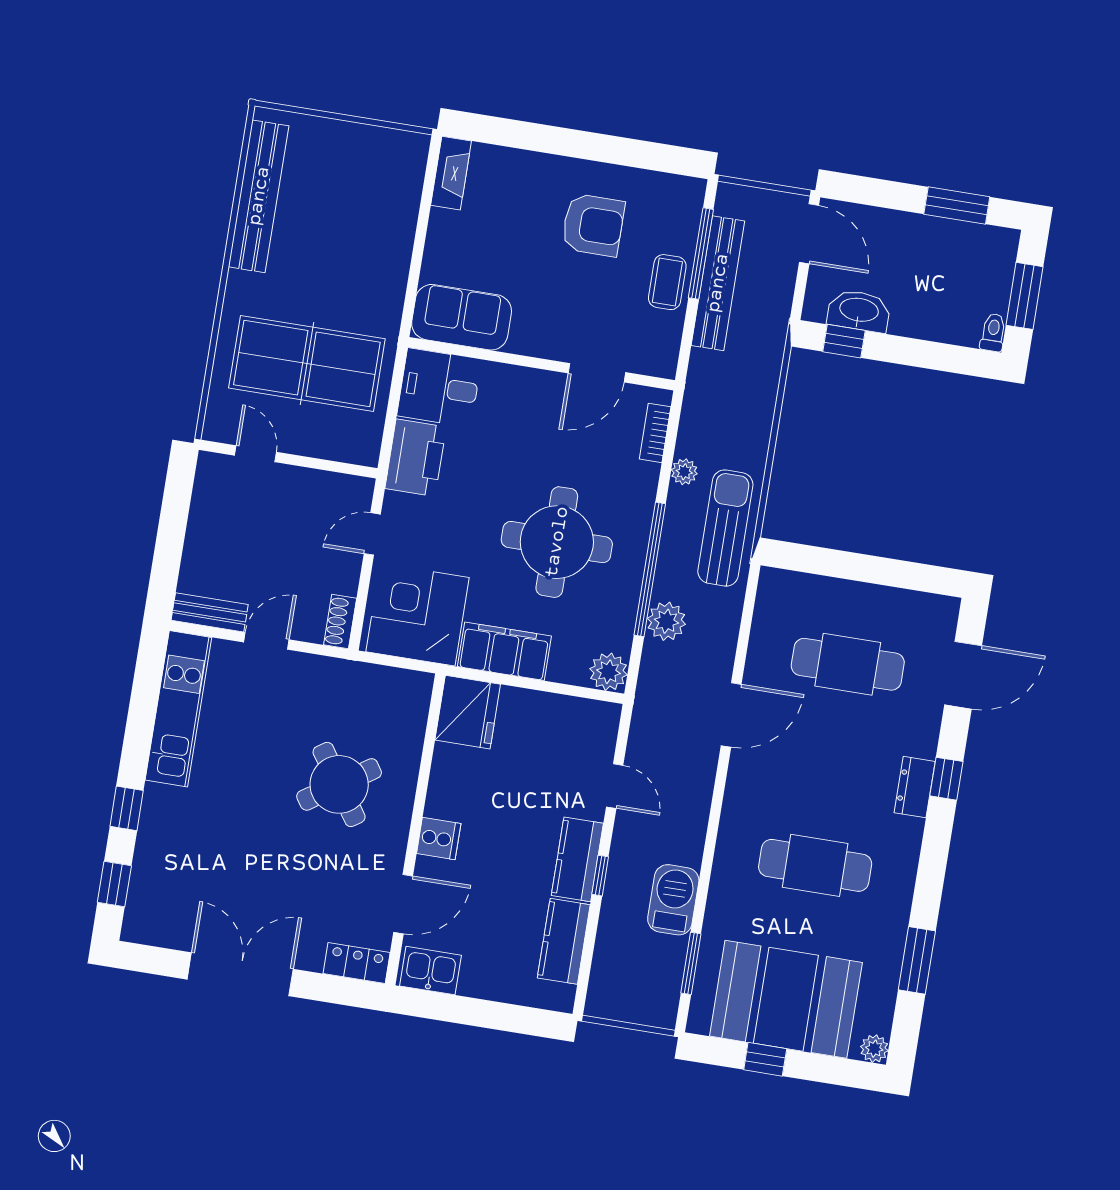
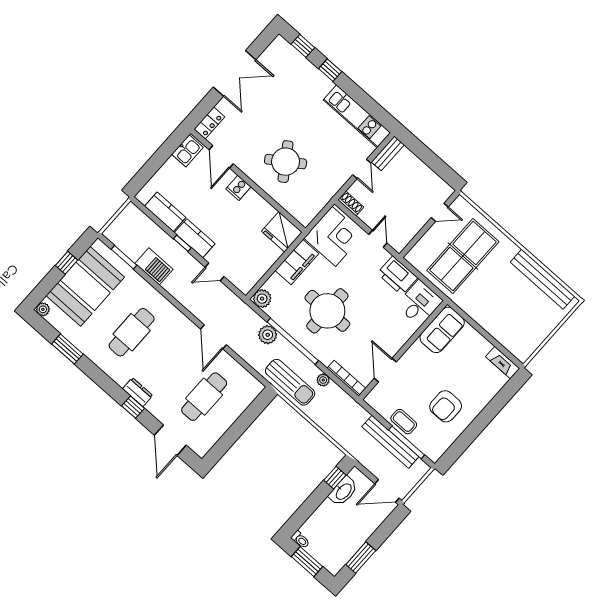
bookcase: (655, 433) -> (346, 378), width x1.56

